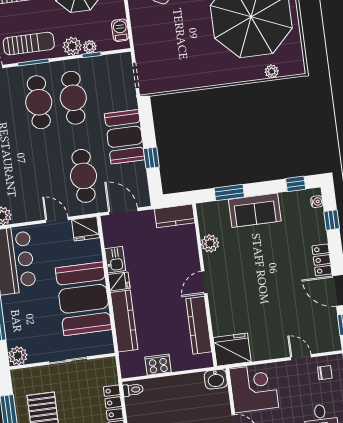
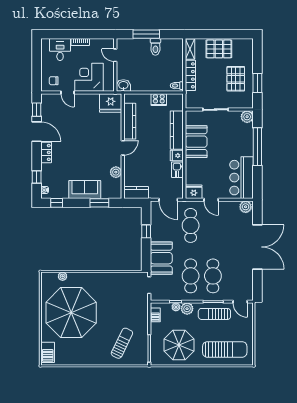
booth: (125, 137) -> (161, 258), moved
booth: (84, 299) -> (196, 142), width x0.73, depth x0.70
corner desk: (254, 388) -> (89, 77), moved, turned 90

